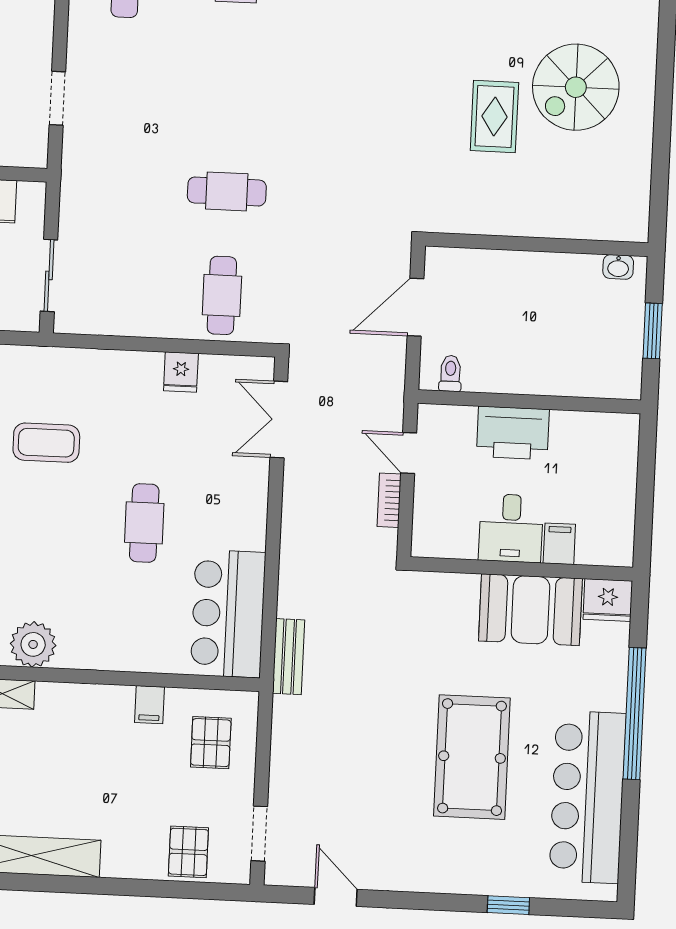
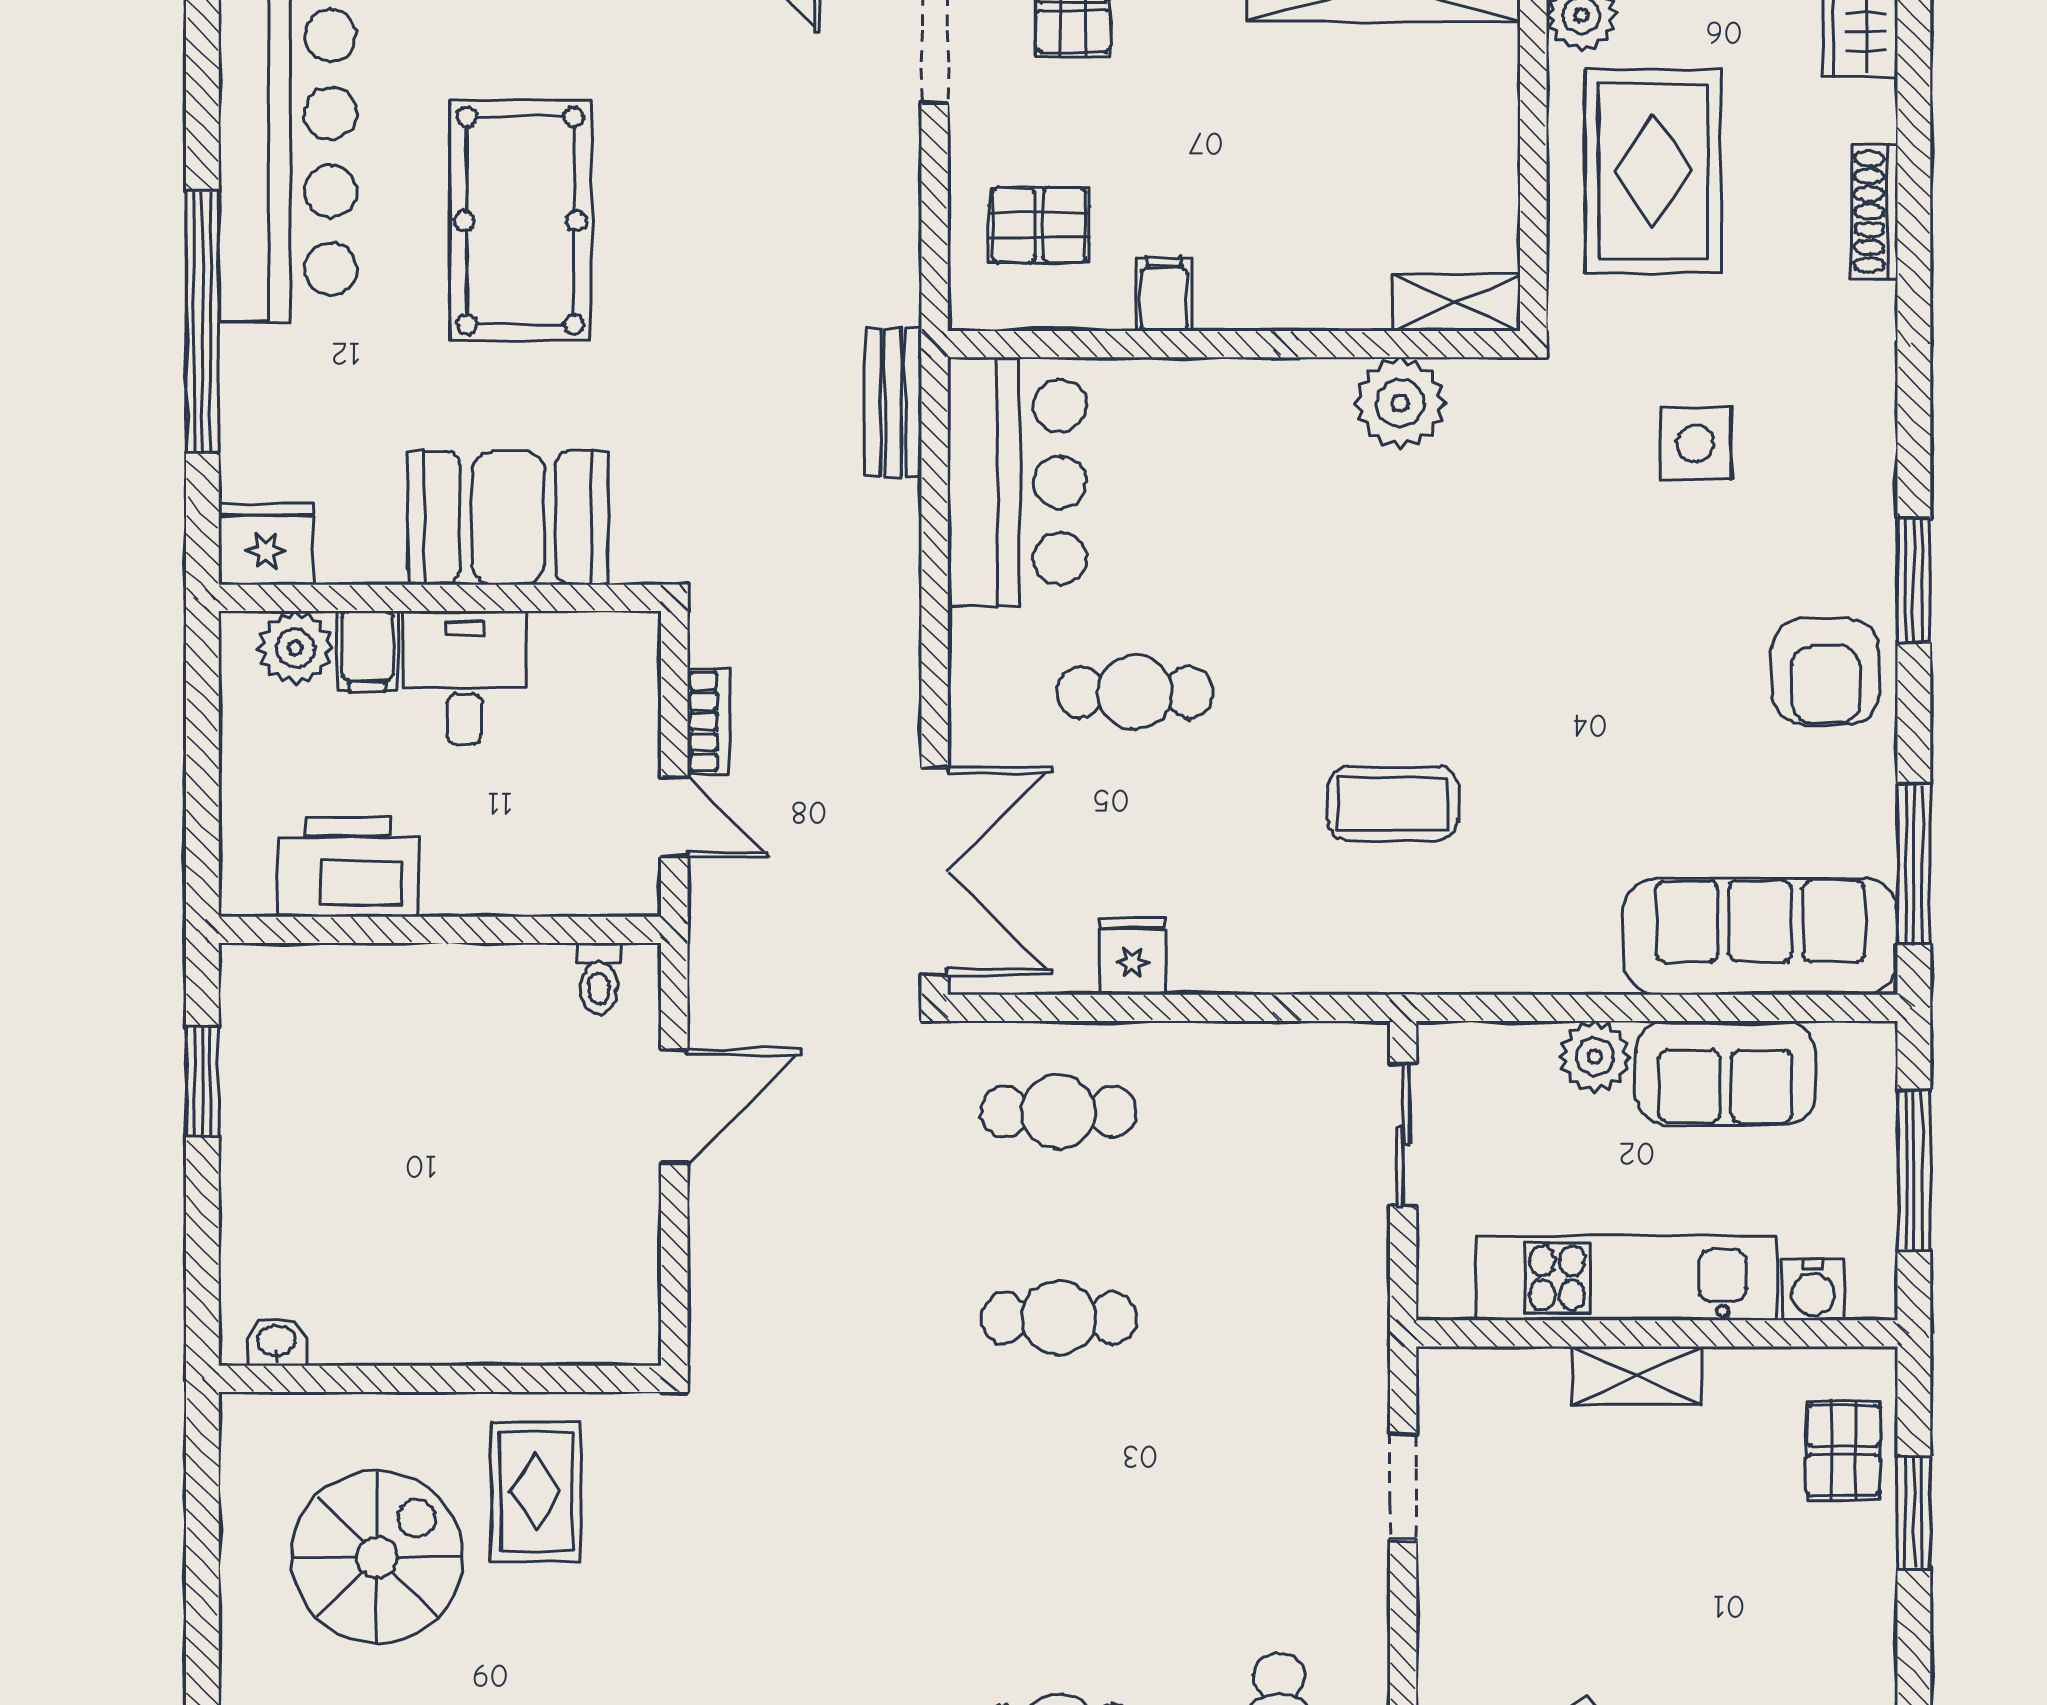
wall: (537, 244) -> (440, 1379), moved
washbasin: (618, 267) -> (277, 1342), moved
cafe table: (222, 295) -> (1059, 1112), turned 90
double door: (279, 420) -> (935, 871), width x1.37
printer: (513, 433) -> (348, 867), moved
cafe table: (144, 523) -> (1135, 692), moved, turned 90
plant: (596, 547) -> (295, 648), added
booth: (530, 610) -> (508, 518), moved
pallet: (211, 743) -> (1039, 225), turned 90

